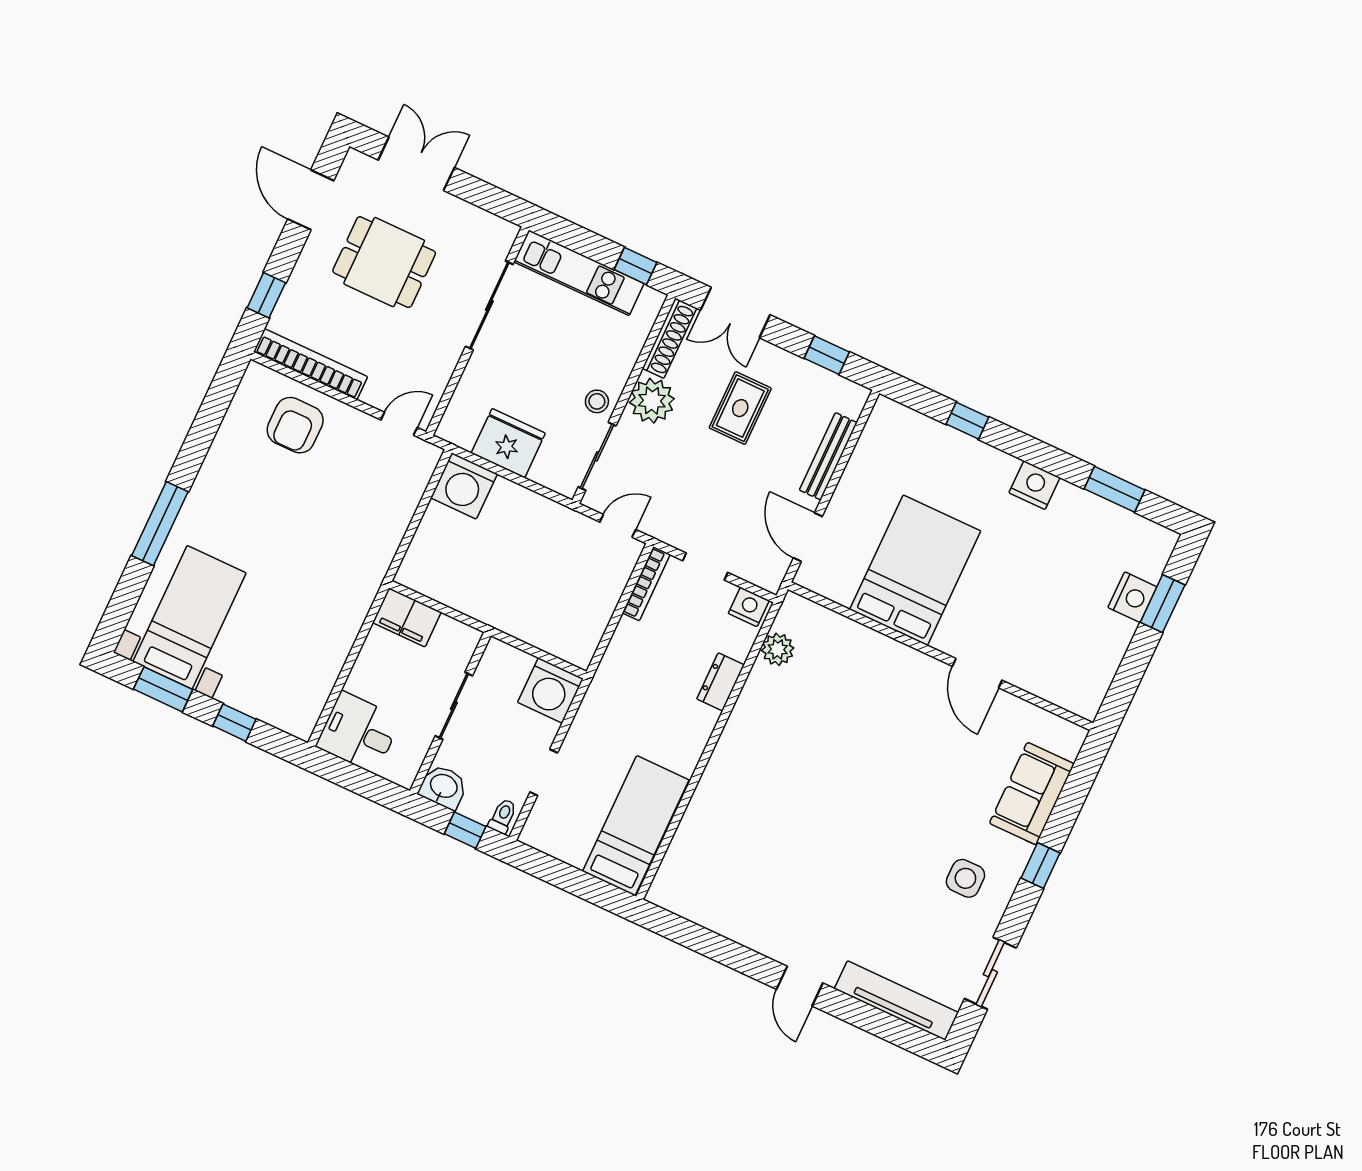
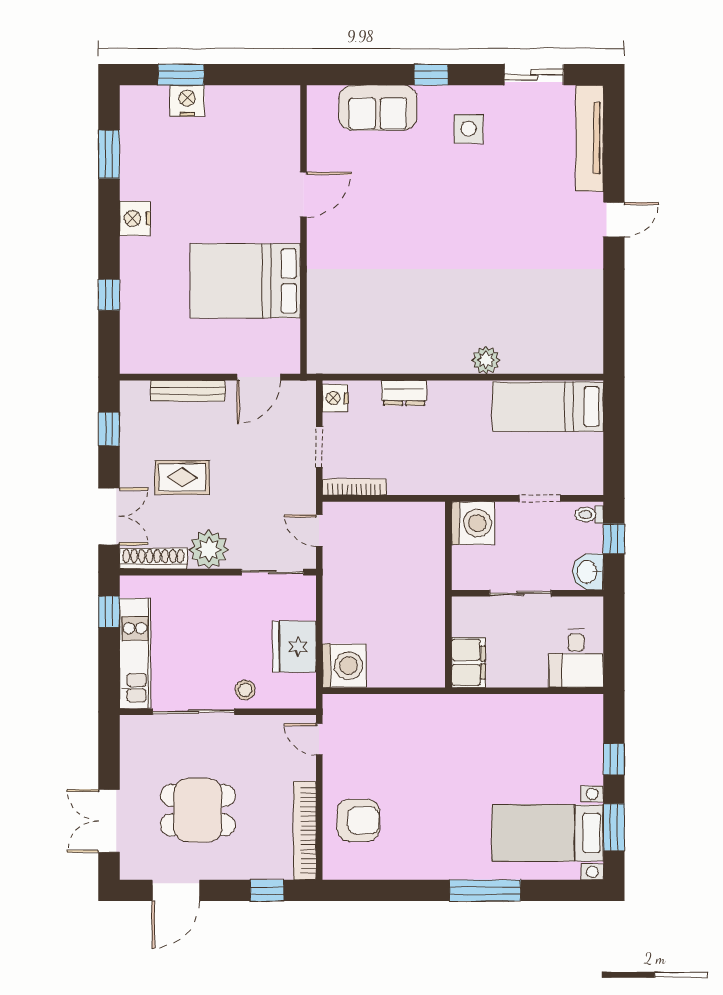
dining table: (384, 262) -> (198, 810), turned 90
stool: (597, 401) -> (245, 690), moved
plant: (778, 649) -> (486, 360), moved

